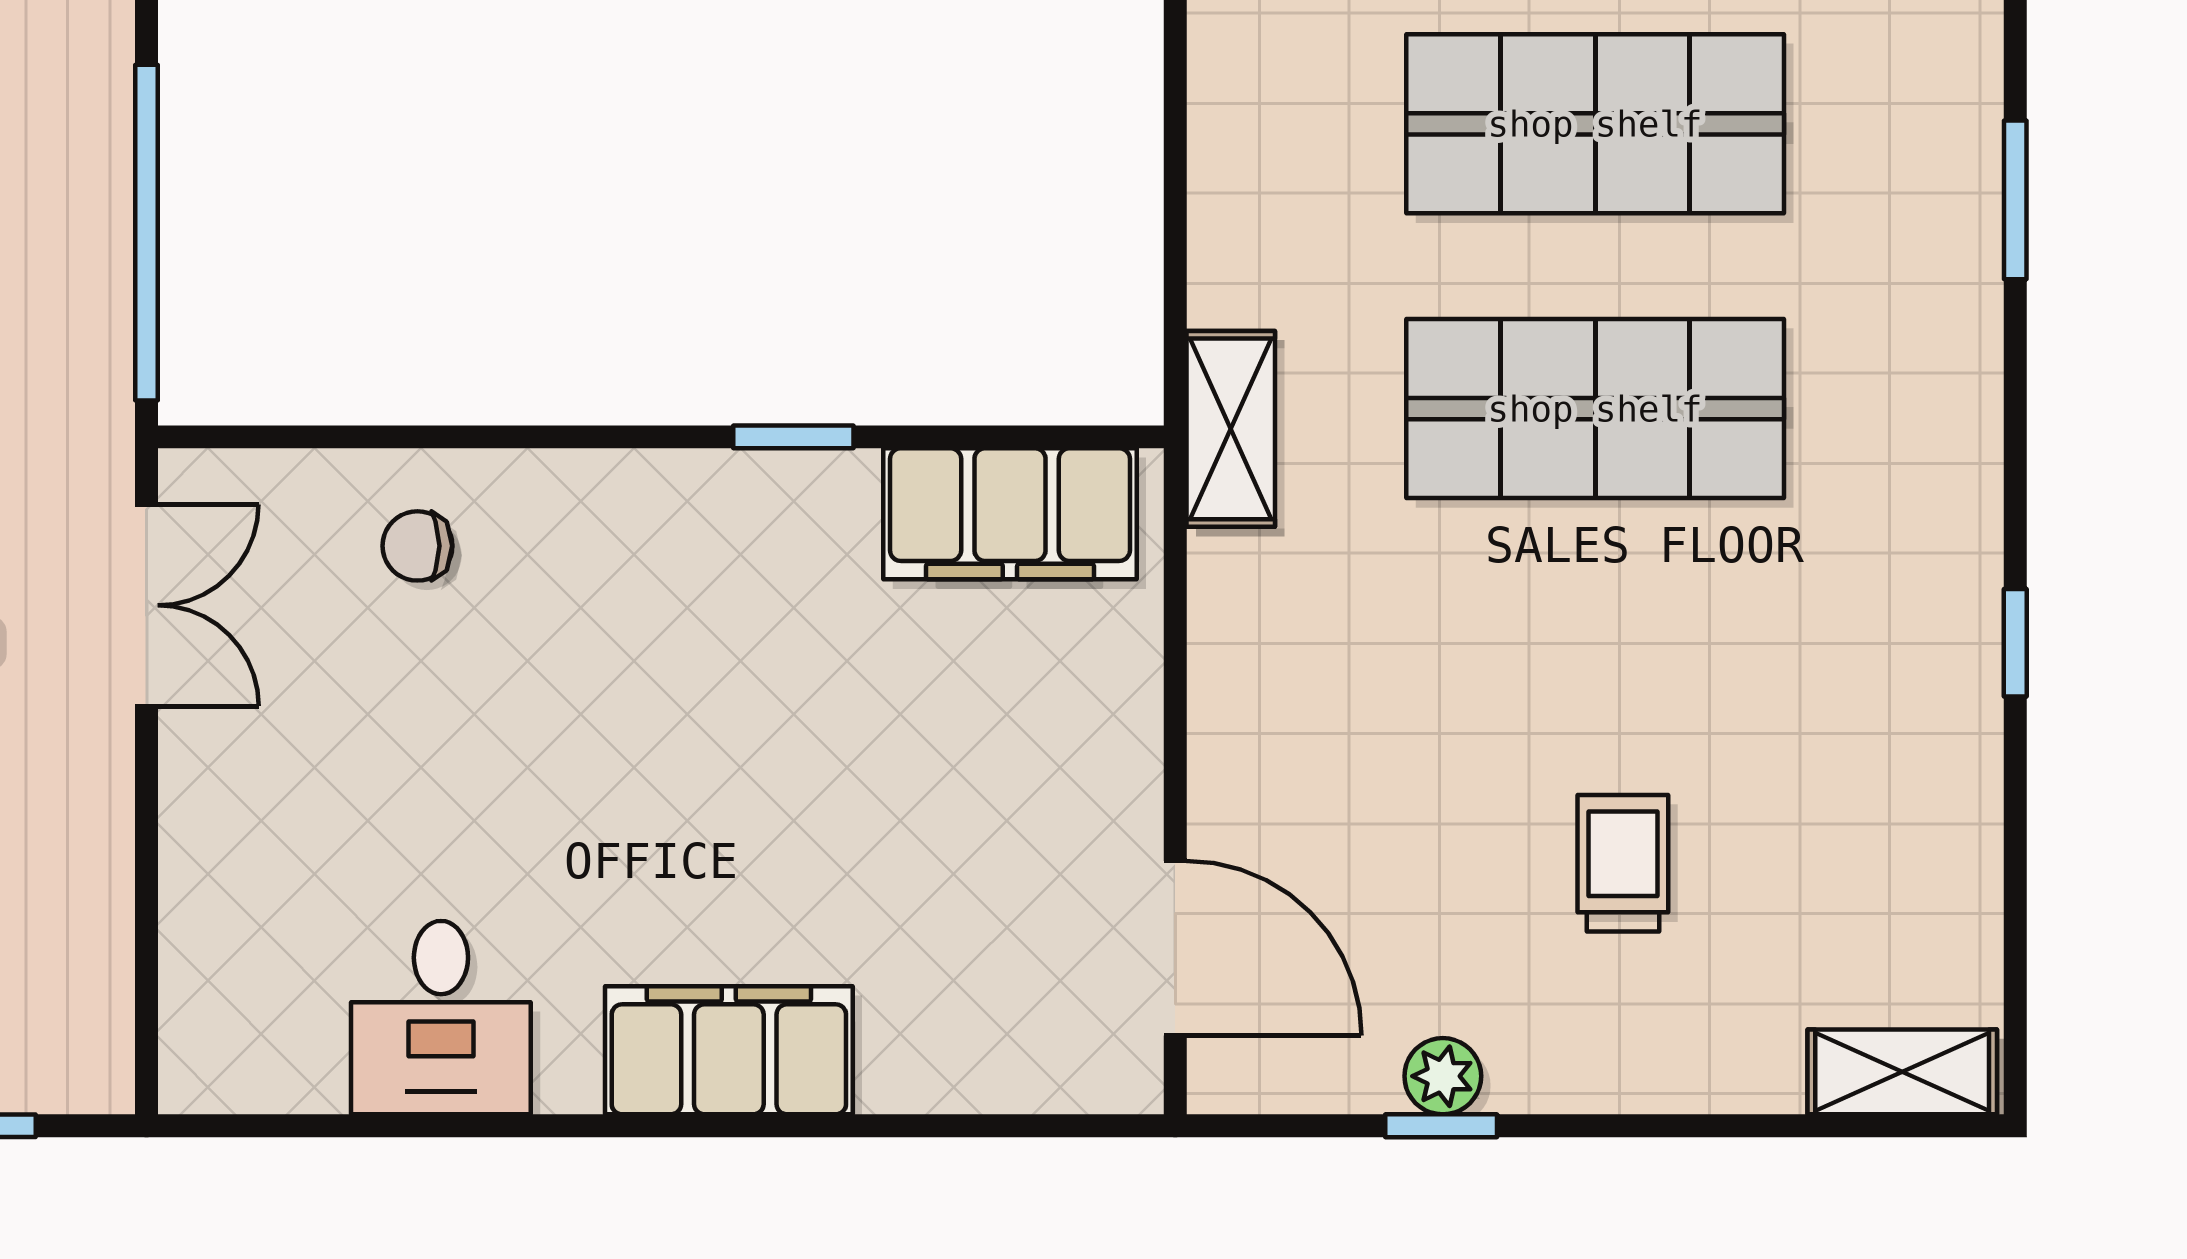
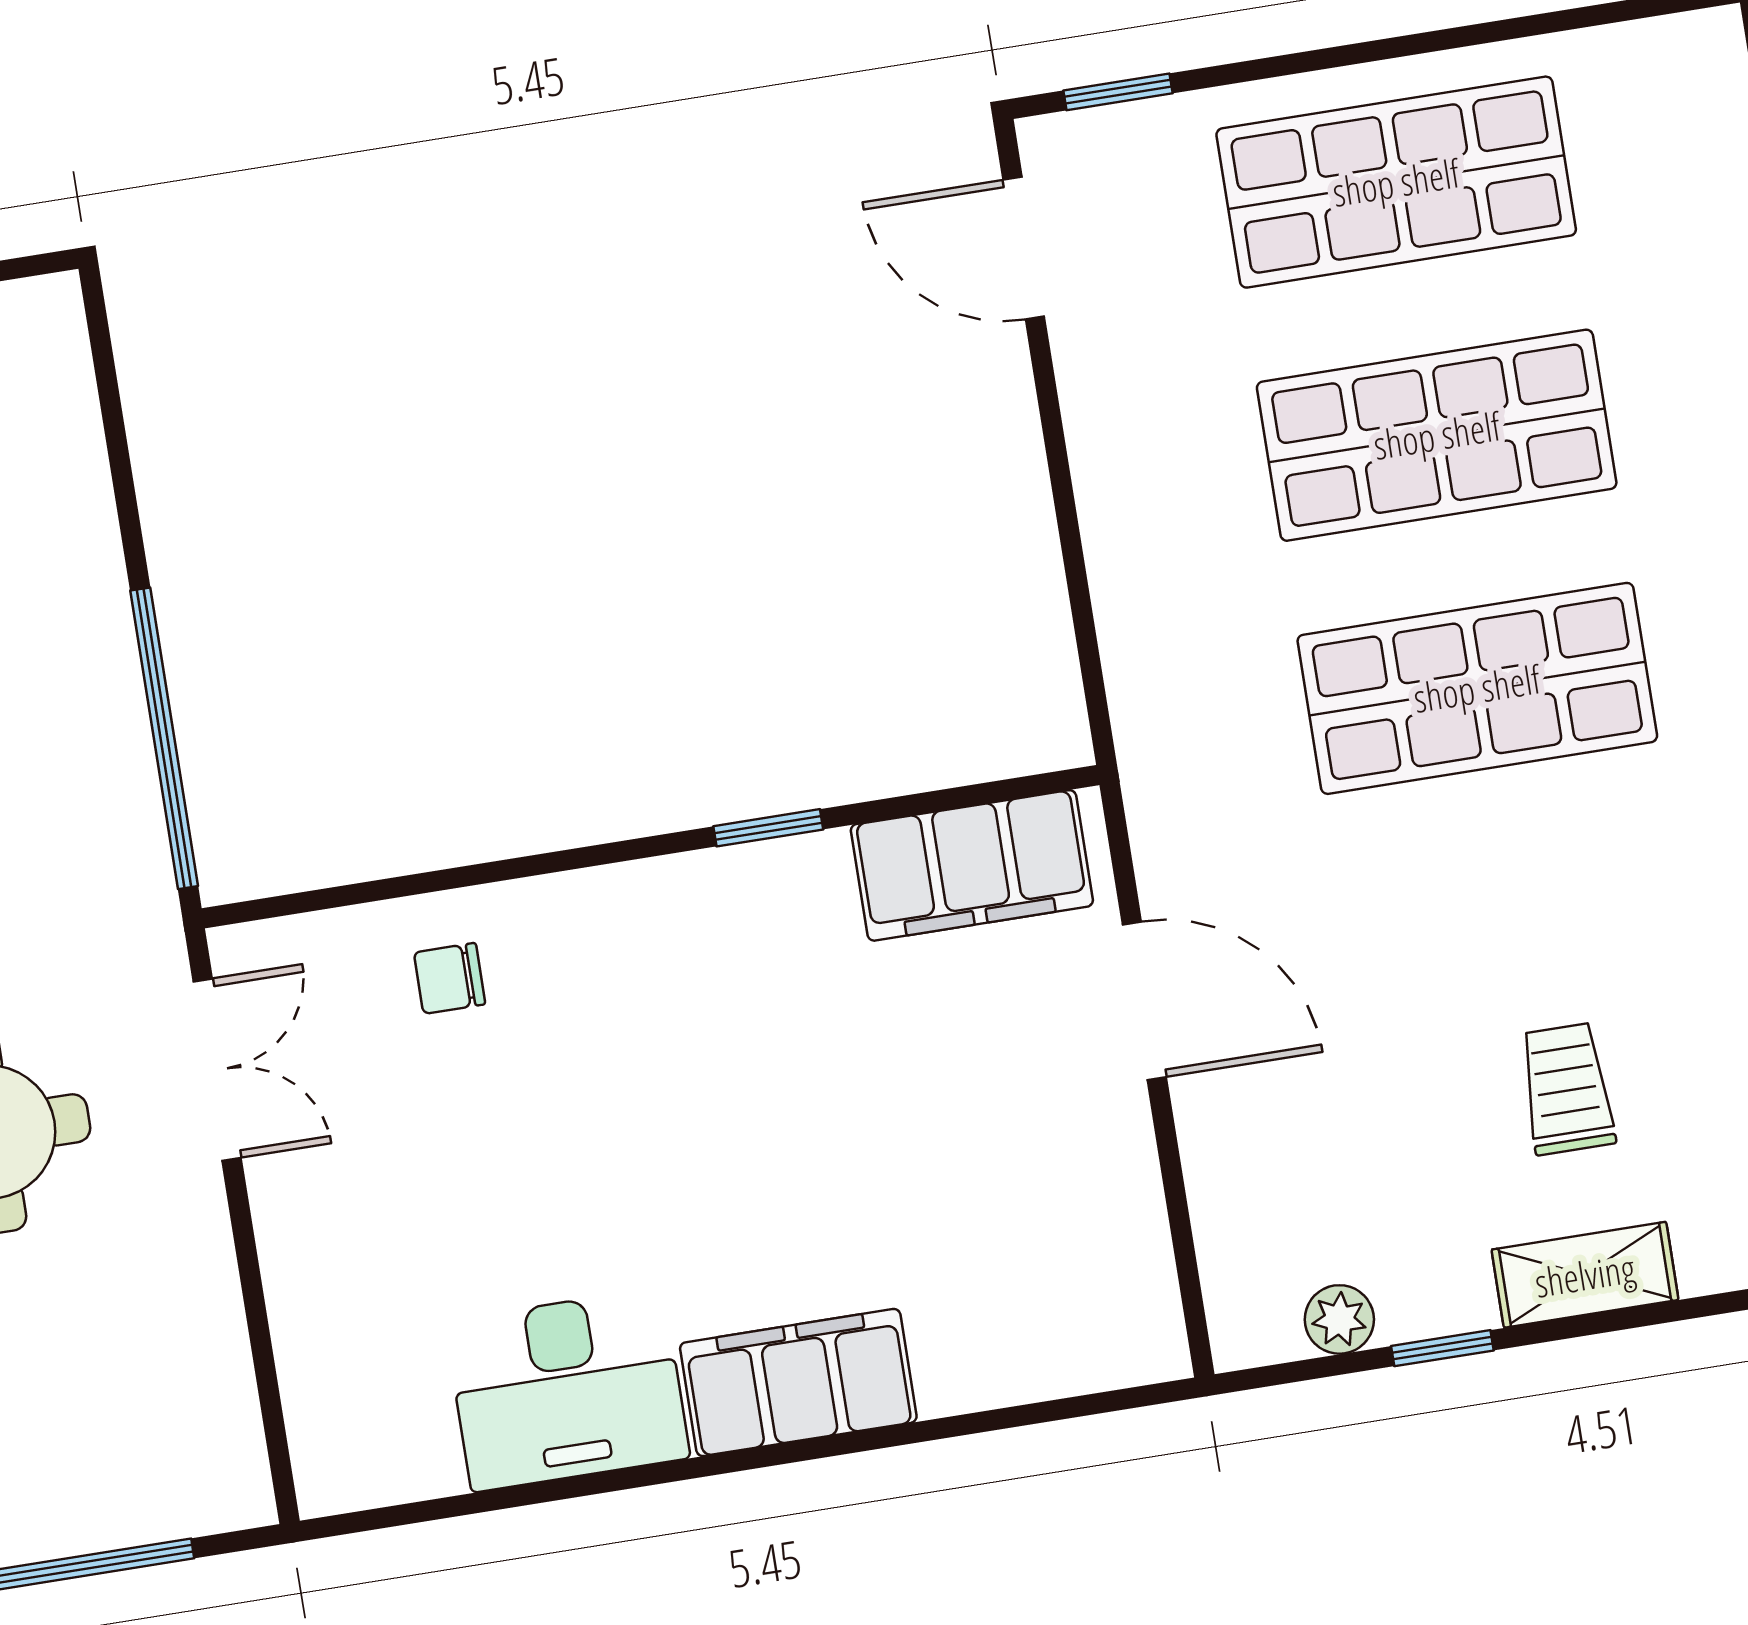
shelving: (1231, 429) -> (1585, 1275), moved, turned 90
door: (1175, 948) -> (1144, 1001), moved
desk: (441, 1018) -> (567, 1390), width x1.37
plant: (1443, 1076) -> (1339, 1319), moved

